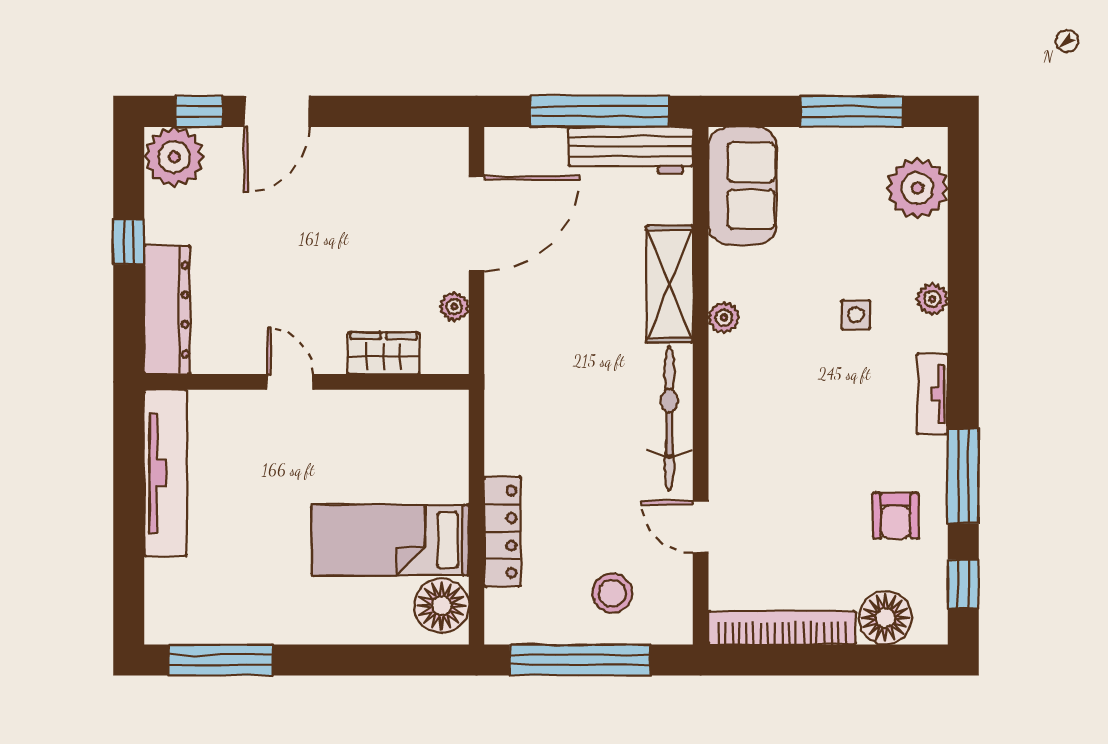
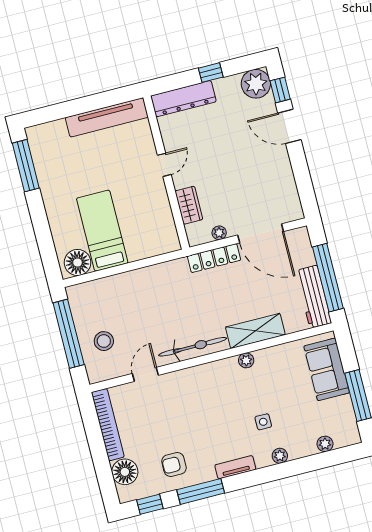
sofa: (742, 186) -> (327, 369), moved, turned 90
plant: (917, 188) -> (325, 444), width x0.53, depth x0.53
locker: (502, 532) -> (214, 258), moved

